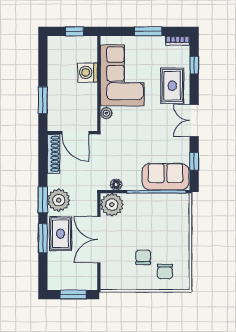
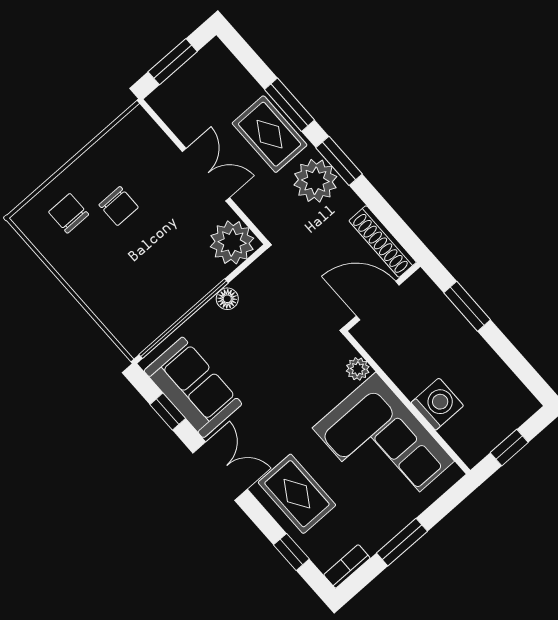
sofa: (166, 177) -> (193, 387), moved, turned -90
floor lamp: (116, 185) -> (227, 299), moved
double door: (99, 240) -> (206, 175), width x0.73

